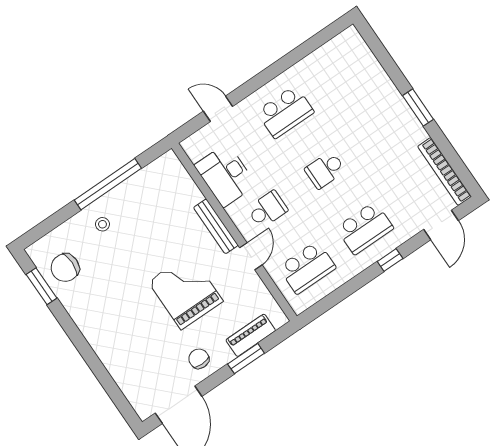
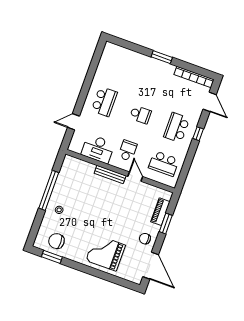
school desk: (325, 170) -> (140, 115), turned -90
school desk: (365, 228) -> (177, 128), turned 180
school desk: (307, 267) -> (164, 164), turned 90
chair: (65, 268) -> (56, 241), turned 90
grand piano: (186, 291) -> (106, 253), moved

